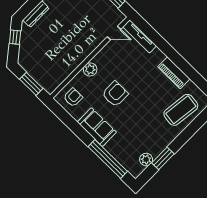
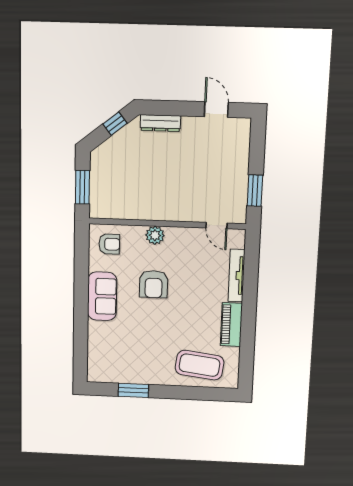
tv unit: (140, 36) -> (237, 275), moved
armchair: (115, 94) -> (154, 284), turned 90
window: (108, 159) -> (81, 336), removed
plant: (146, 160) -> (116, 375), removed

